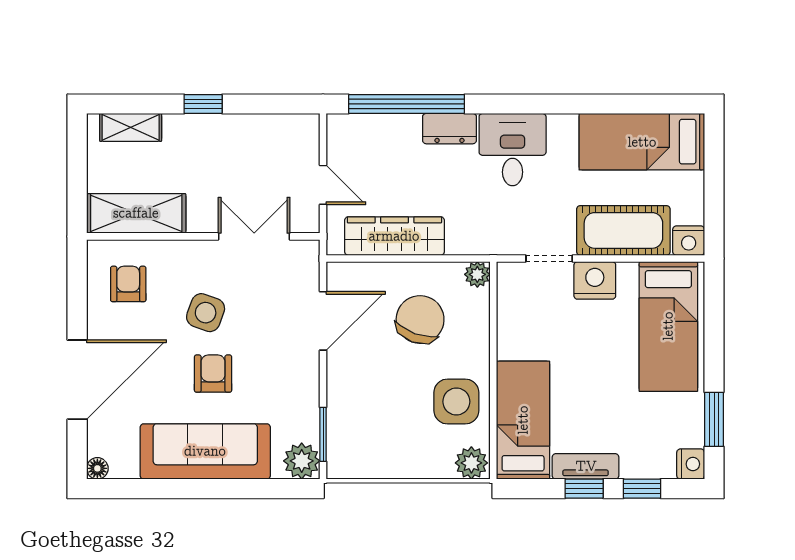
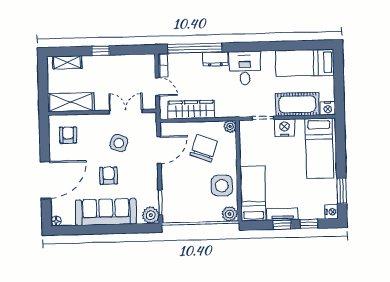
bookcase: (336, 139) -> (163, 65), added
side table: (206, 313) -> (119, 143), moved

